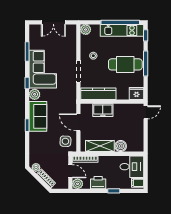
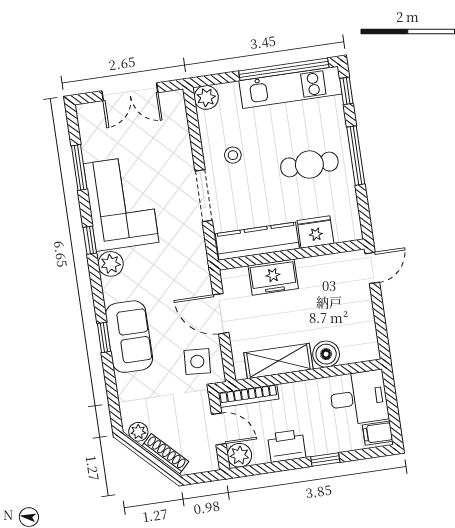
cafe table: (125, 64) -> (309, 164), width x0.73, depth x0.74
fridge: (137, 93) -> (315, 232), moved
sofa: (38, 116) -> (129, 337), moved

